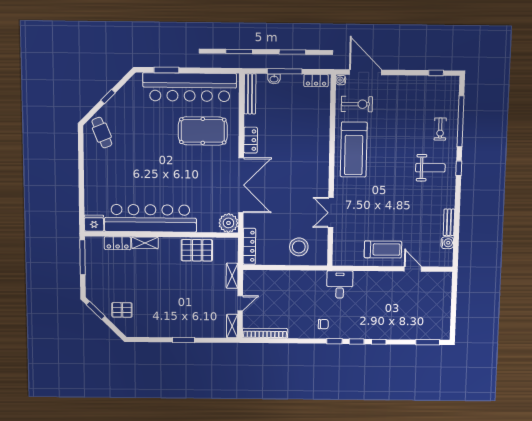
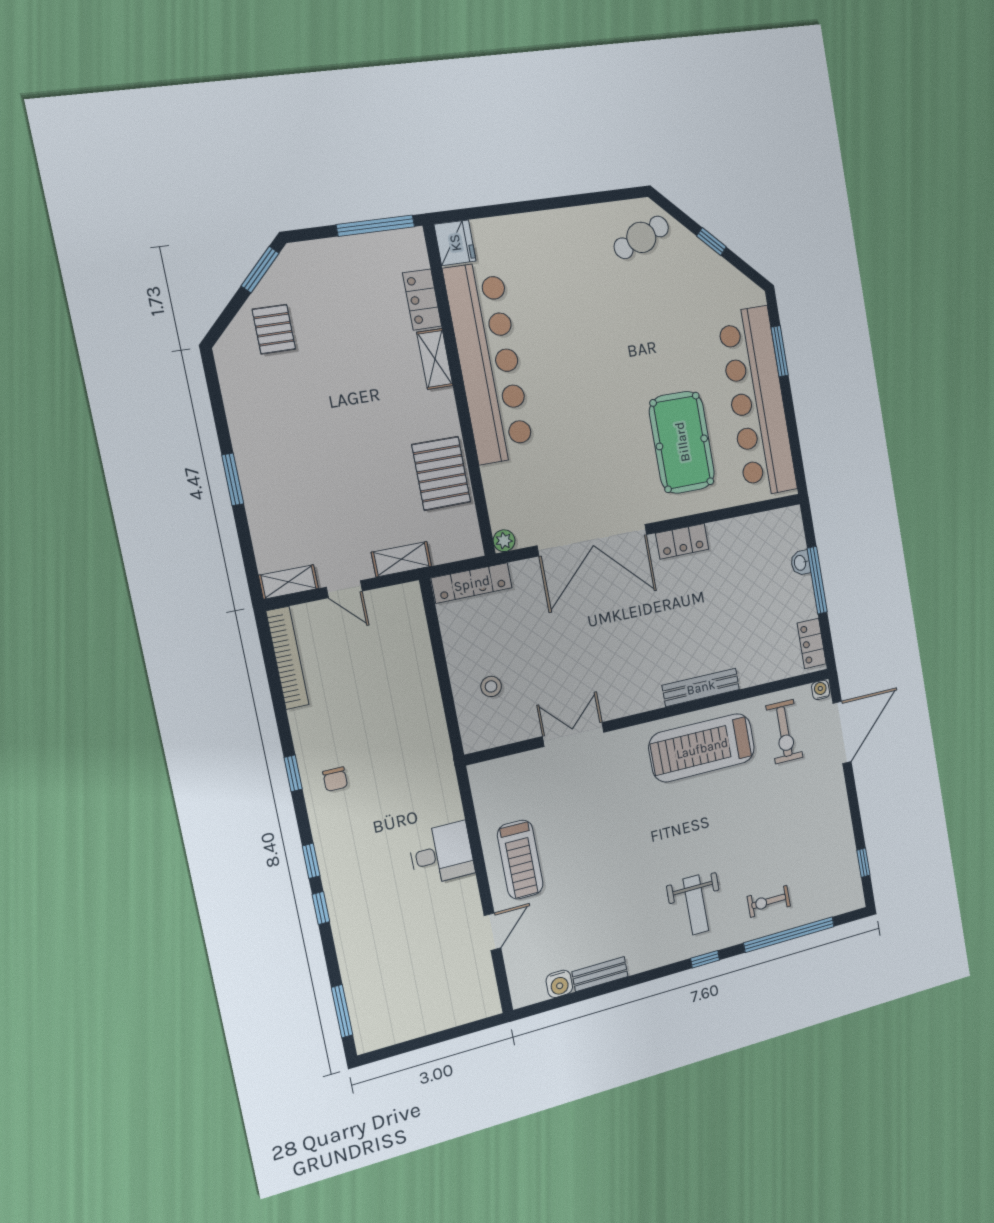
bench: (250, 94) -> (701, 687), moved
plant: (228, 223) -> (504, 541), width x0.53, depth x0.53
stool: (299, 247) -> (491, 686), width x0.53, depth x0.53
desk: (340, 284) -> (441, 854), moved
window: (334, 341) -> (293, 773), moved

